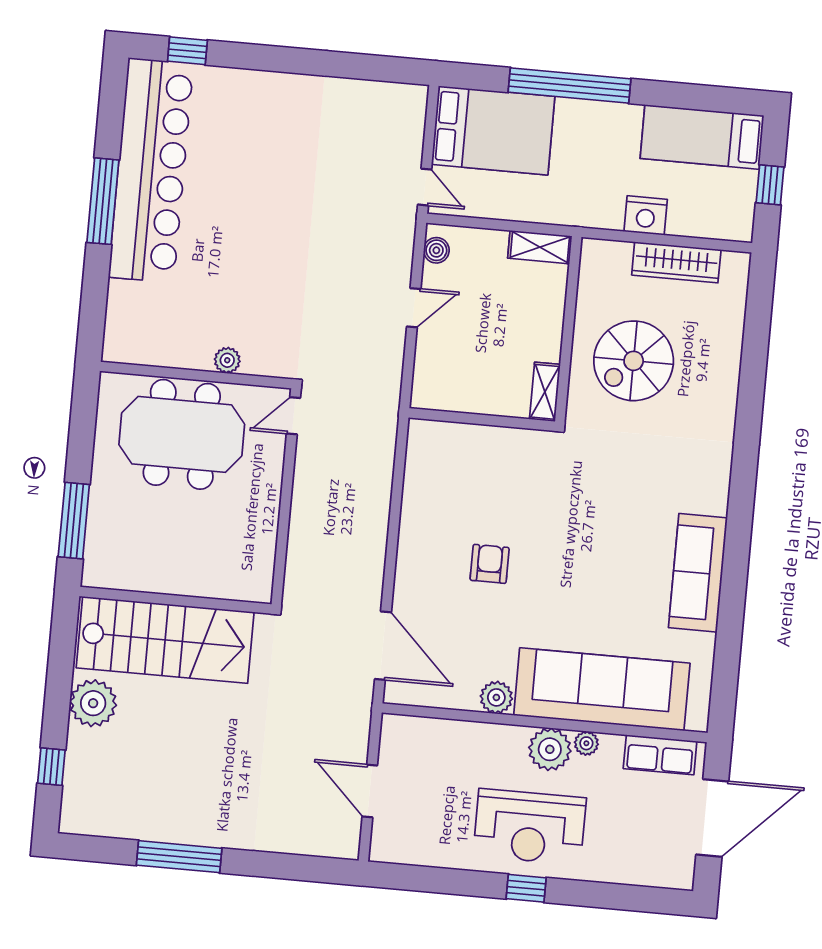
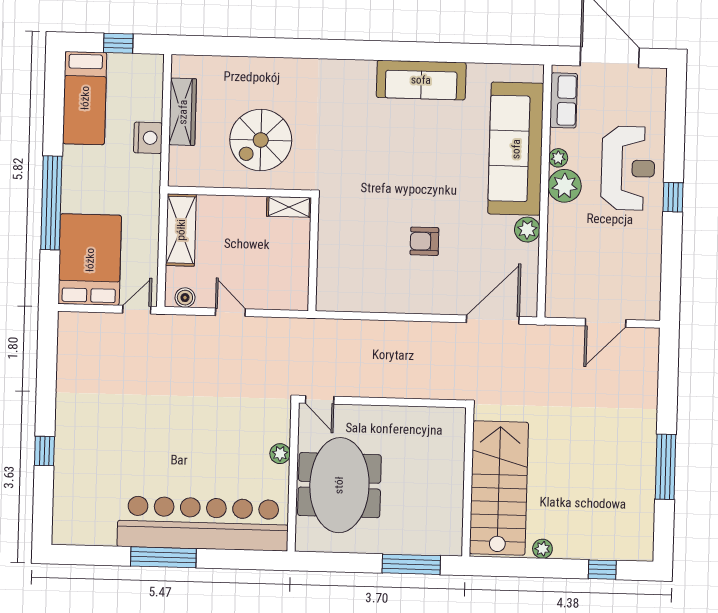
window: (187, 51) -> (44, 451), moved
bar counter: (151, 170) -> (203, 524), moved
shelving: (540, 247) -> (181, 230), width x1.50, depth x1.33
spiral stairs: (634, 361) -> (261, 140), turned 90
plant: (93, 703) -> (542, 549), width x0.53, depth x0.53
reception desk: (530, 827) -> (628, 168), moved

